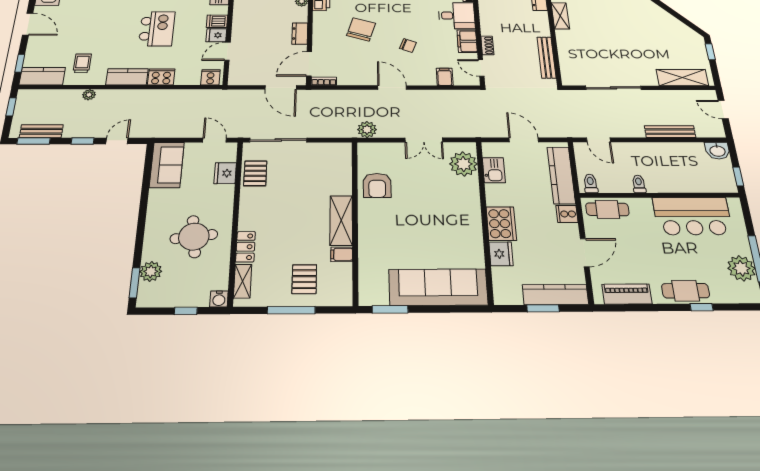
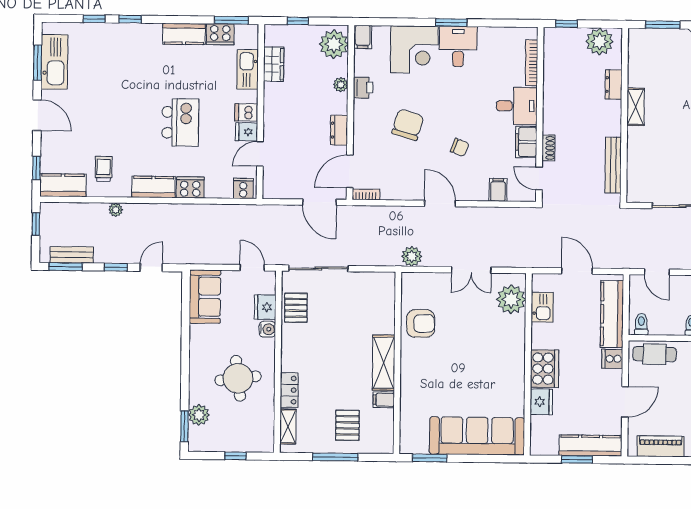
armchair: (377, 185) -> (421, 323), turned -91
water cooler: (219, 299) -> (267, 329), moved, turned -90

